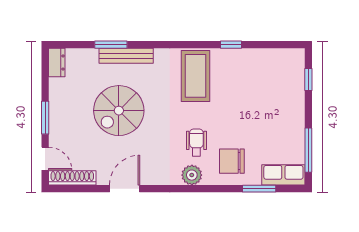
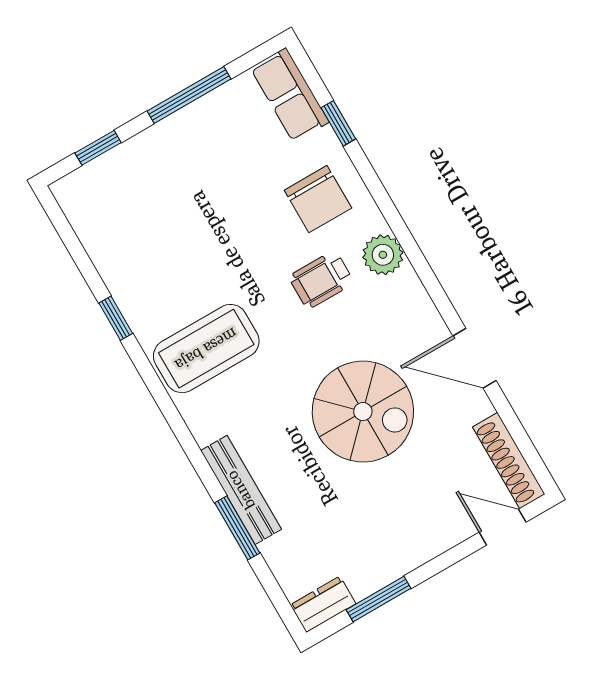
spiral stairs: (119, 111) -> (363, 412), moved
window: (45, 118) -> (379, 599), moved
window: (308, 150) -> (189, 95), moved
door: (45, 159) -> (503, 527), hinge flipped
window: (259, 189) -> (338, 123), width x0.67

